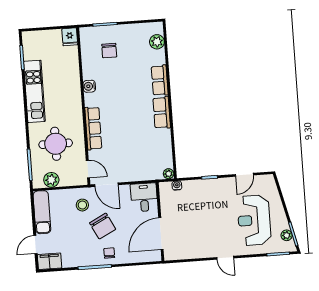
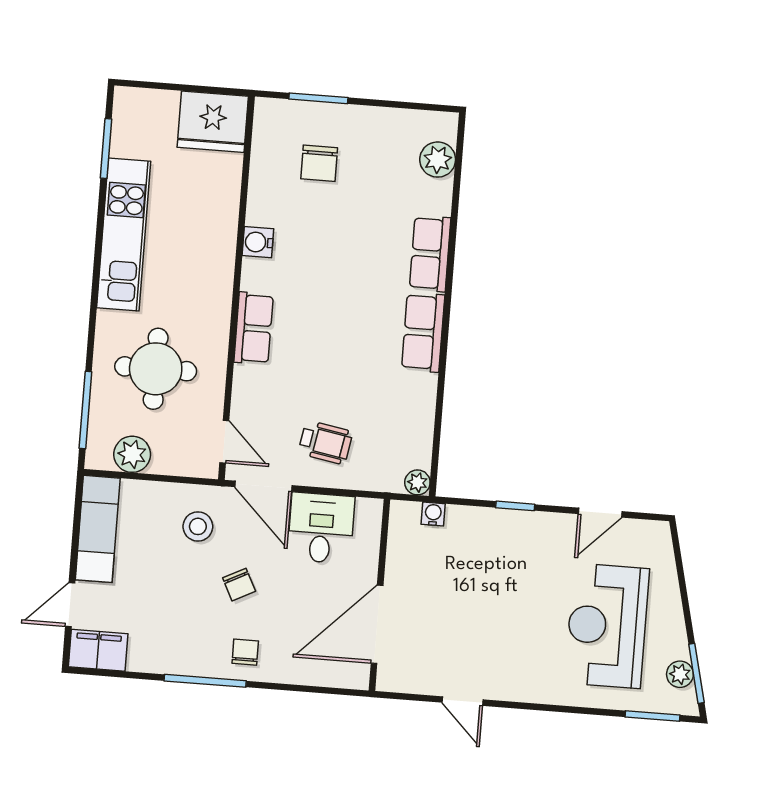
fridge: (70, 37) -> (213, 122), width x1.88, depth x1.34
row of seats: (93, 128) -> (254, 328), width x0.68
wheelchair: (129, 163) -> (325, 442), added
desk: (144, 197) -> (321, 528), moved
chair: (103, 226) -> (239, 585), width x0.54, depth x0.54
door: (225, 258) -> (462, 701), moved

